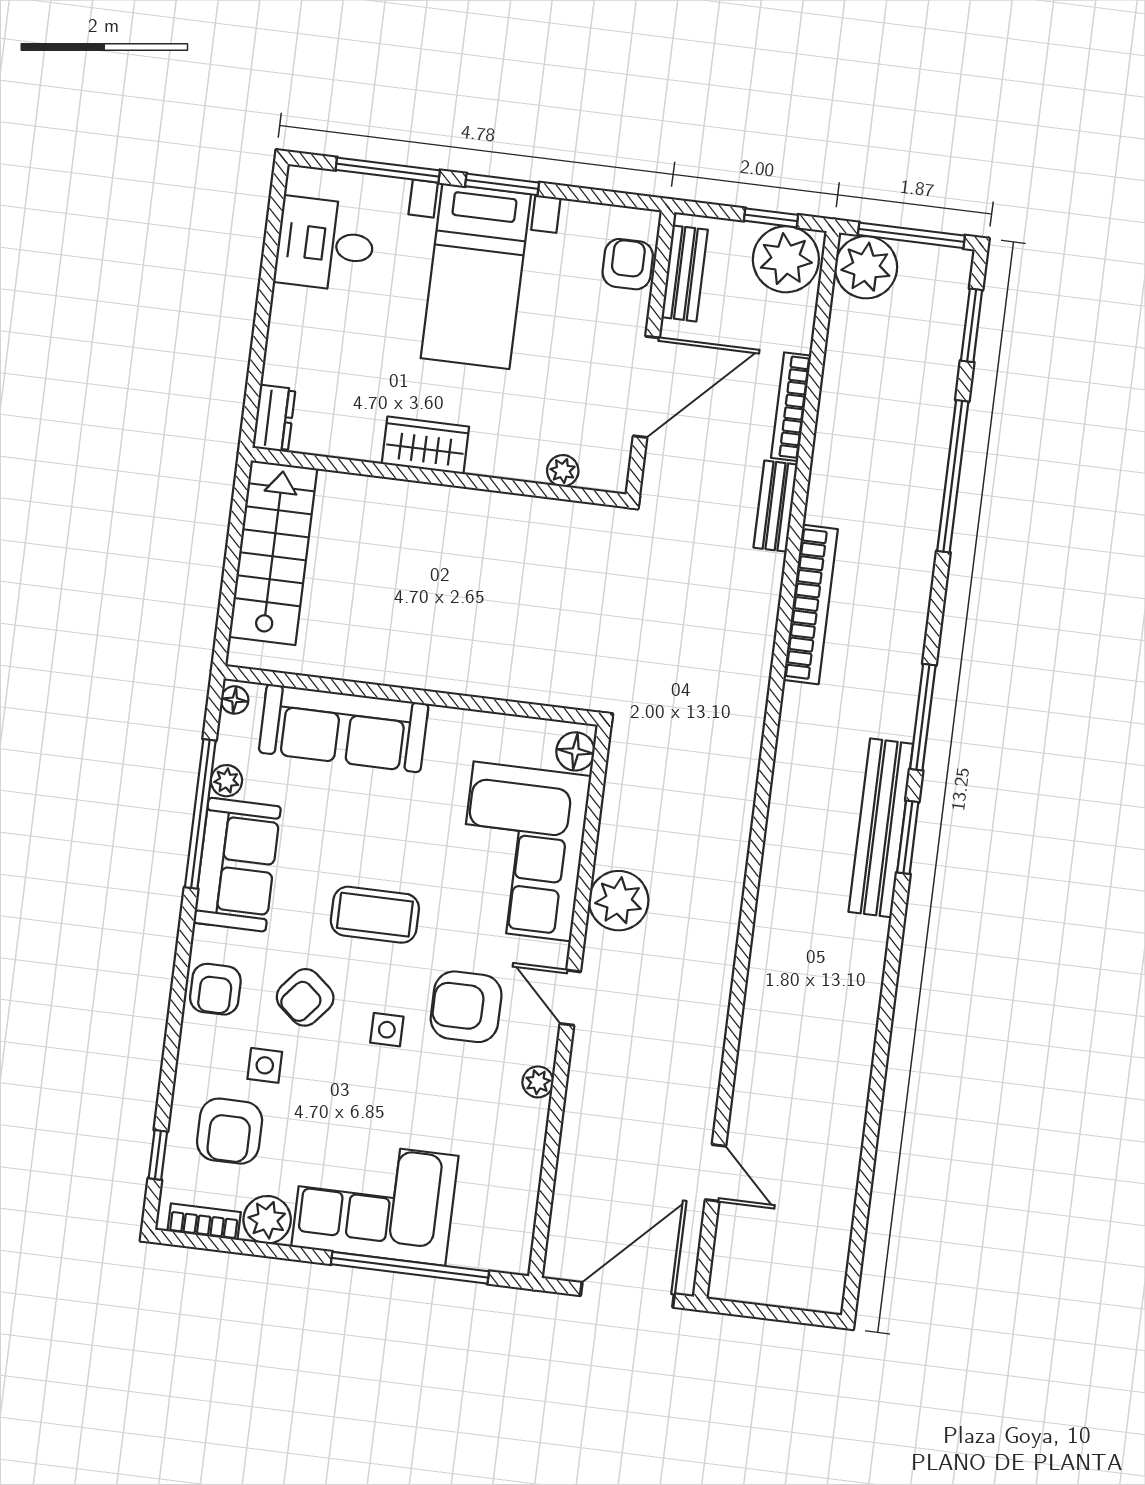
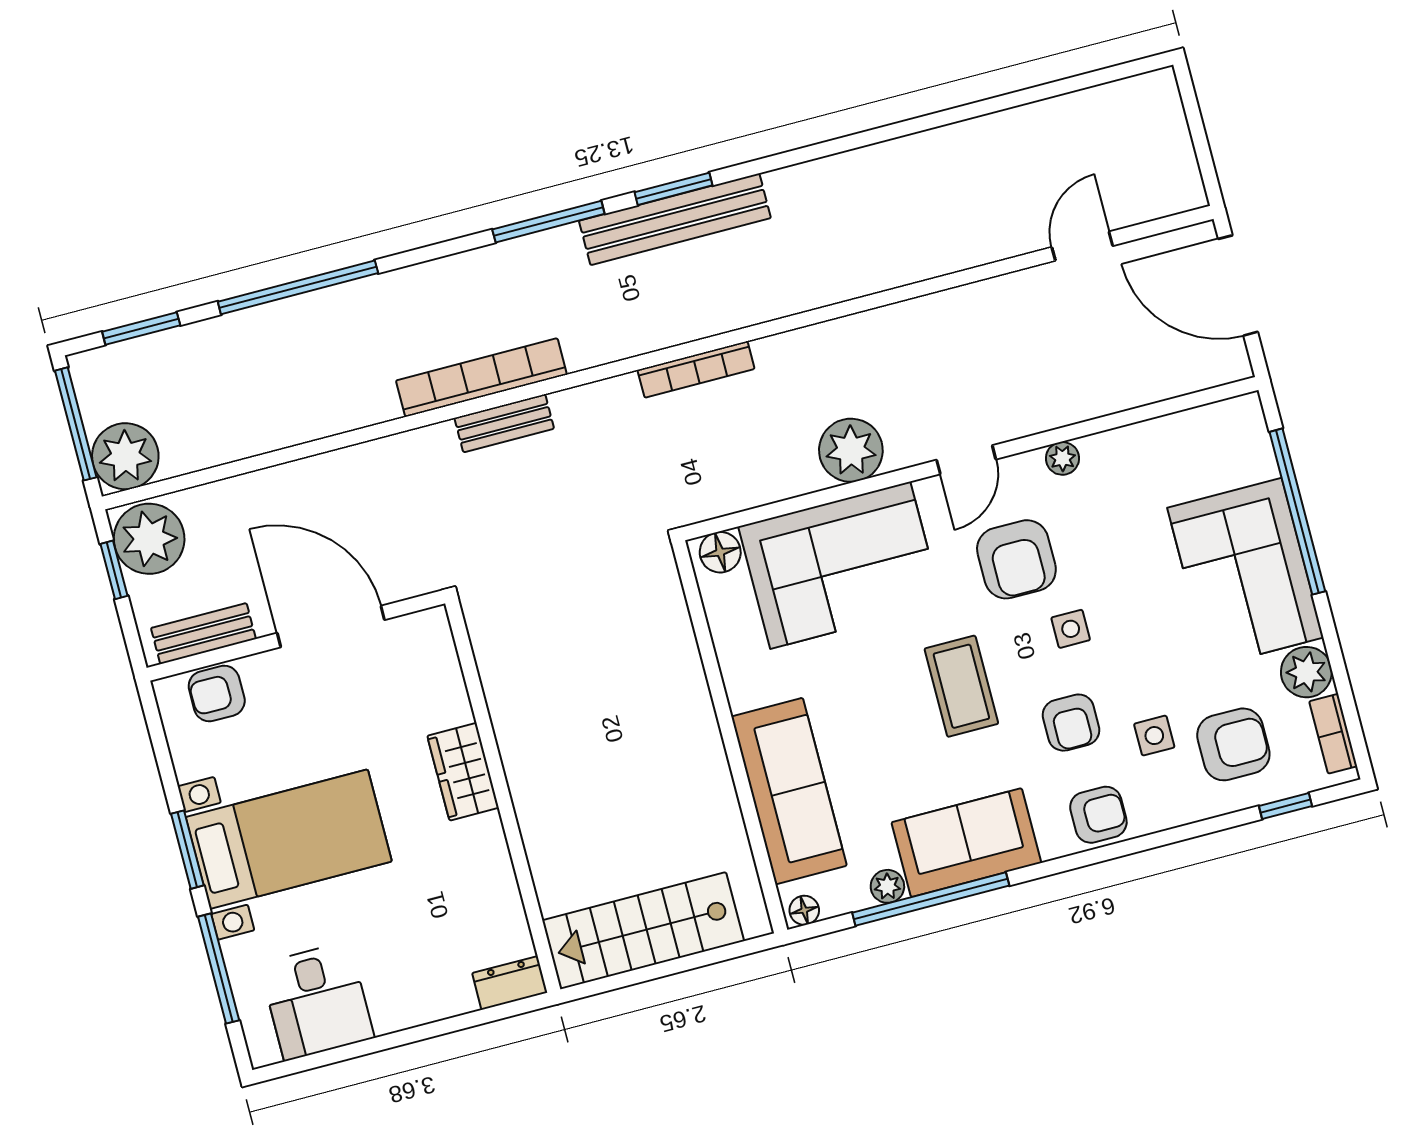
bookcase: (791, 407) -> (696, 370), moved
wardrobe: (425, 445) -> (463, 772), moved
plant: (563, 471) -> (447, 676), removed
bench: (775, 506) -> (504, 423), moved
armchair: (305, 997) -> (1071, 723), turned 50

